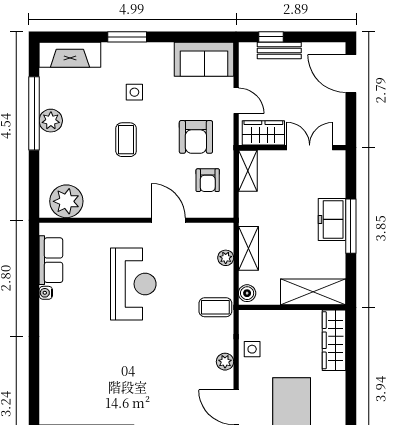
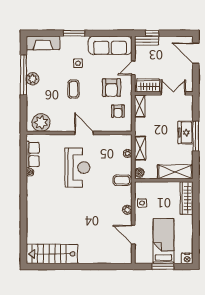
bench: (279, 50) -> (147, 41), moved
sofa: (204, 59) -> (110, 45), width x1.36
door: (236, 101) -> (133, 68), swing flipped
door: (168, 220) -> (84, 133), moved

